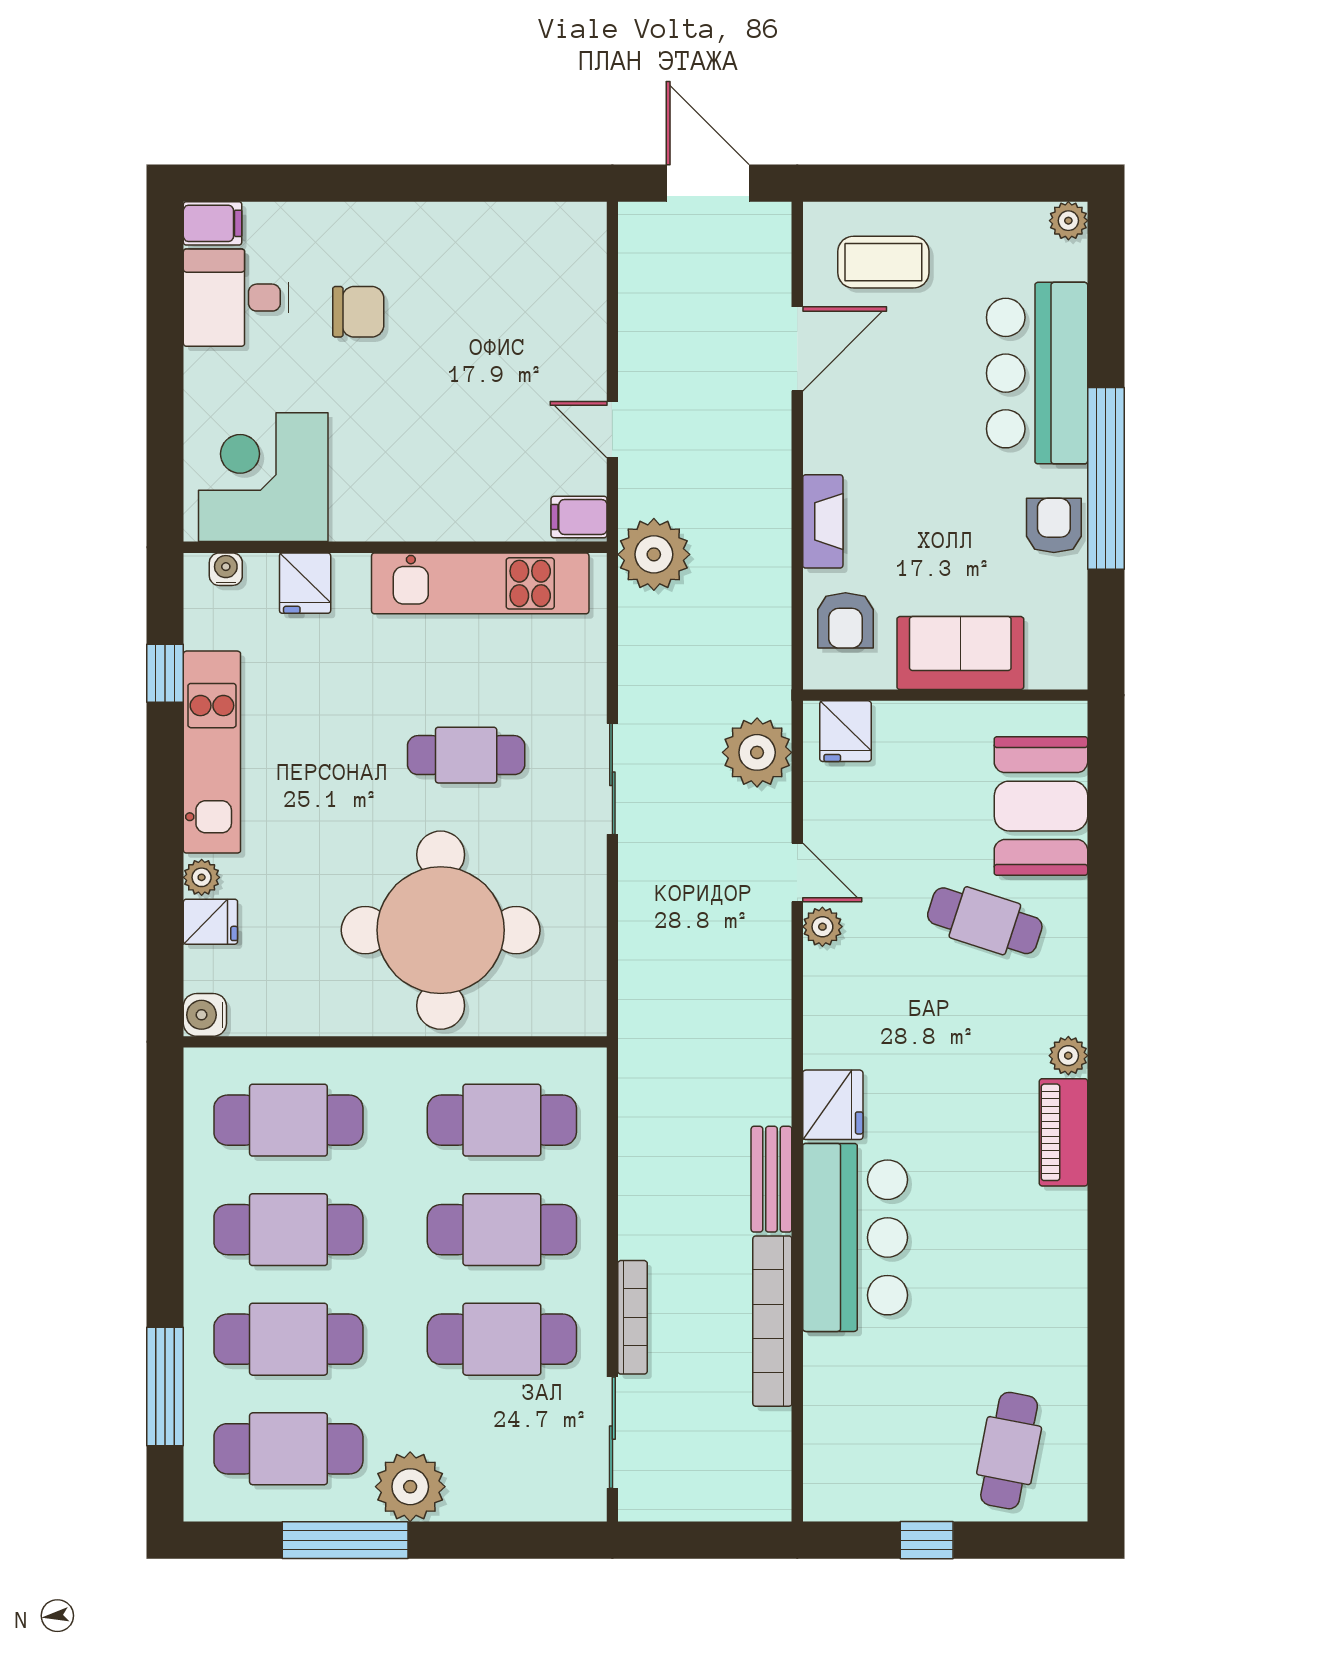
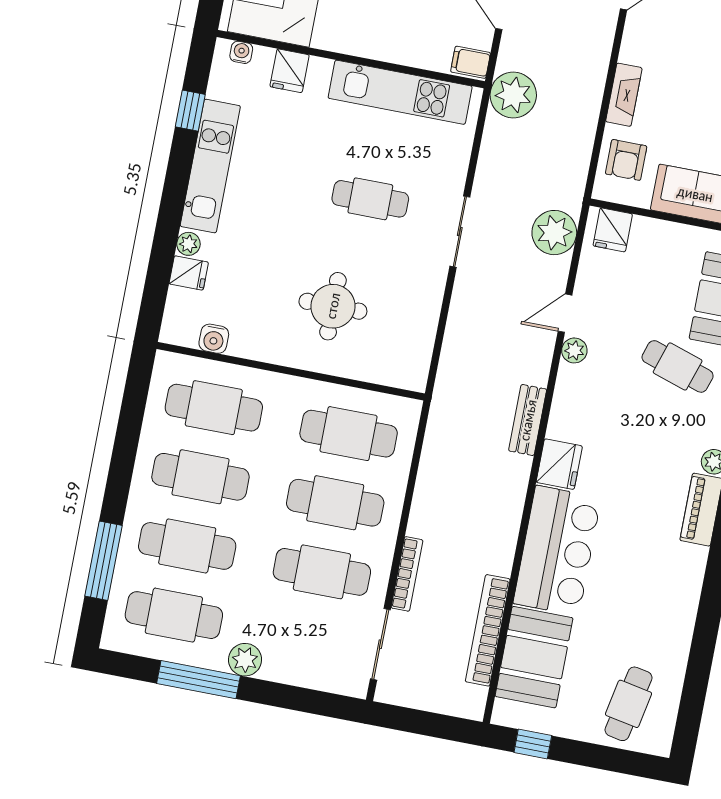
door: (797, 872) -> (565, 313), swing flipped
round table: (441, 930) -> (333, 306), width x0.54, depth x0.54
water cooler: (205, 1015) -> (214, 339), moved, turned -90
bench: (771, 1179) -> (528, 420), moved
bookcase: (772, 1321) -> (488, 630), moved
booth: (851, 1407) -> (534, 657), added
plant: (410, 1487) -> (245, 660), width x0.73, depth x0.73
window: (927, 1540) -> (533, 744), moved

